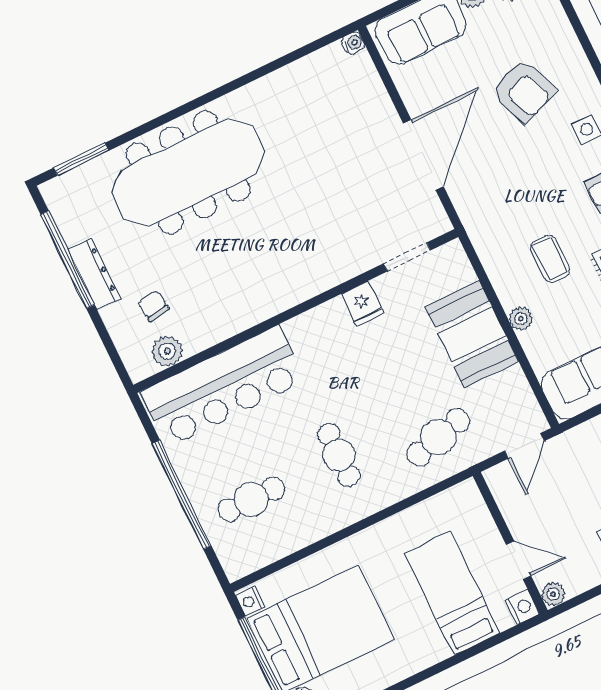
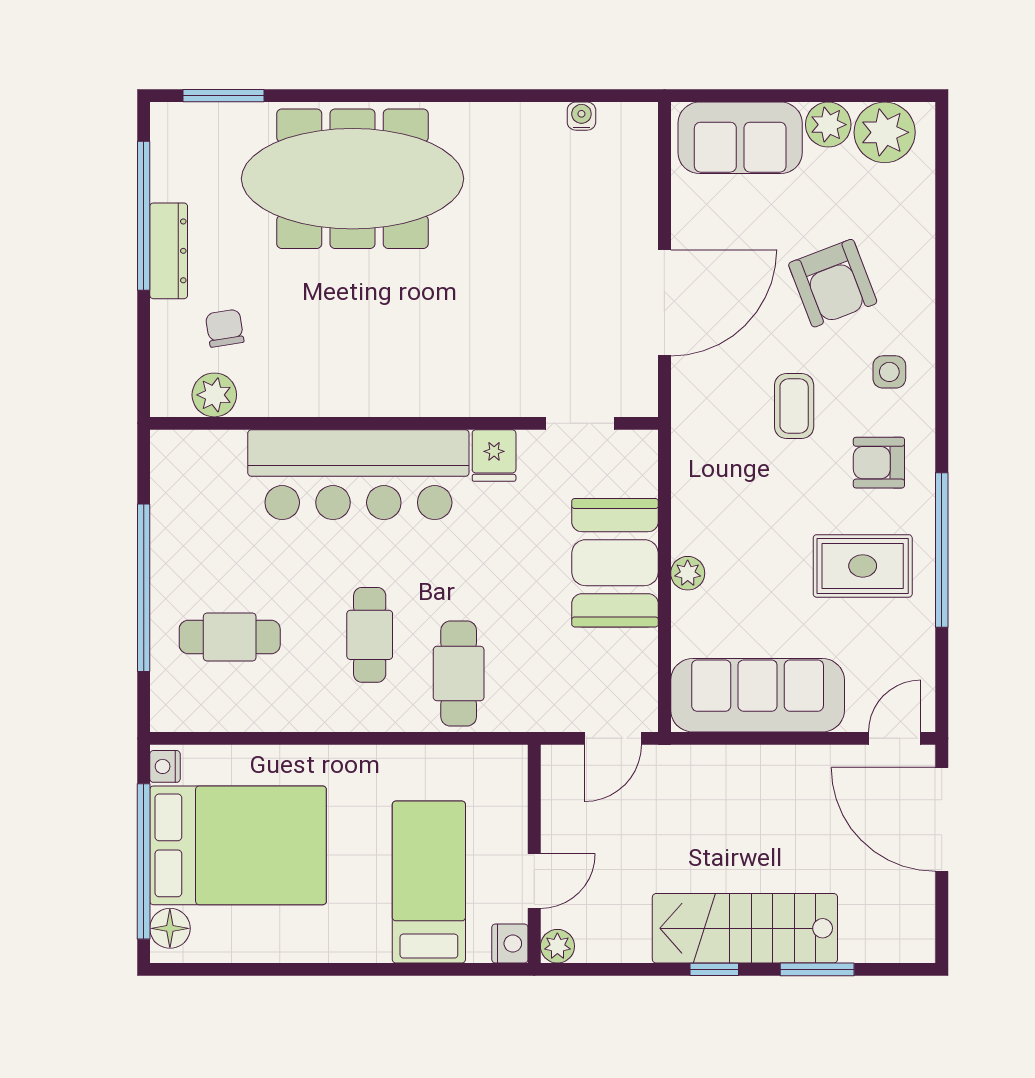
water cooler: (353, 43) -> (581, 116), moved, turned -90
coffee table: (550, 259) -> (794, 406), moved
bar counter: (223, 386) -> (358, 475), moved
cafe table: (438, 437) -> (459, 674), moved, turned -75
door: (518, 560) -> (534, 881), hinge flipped

